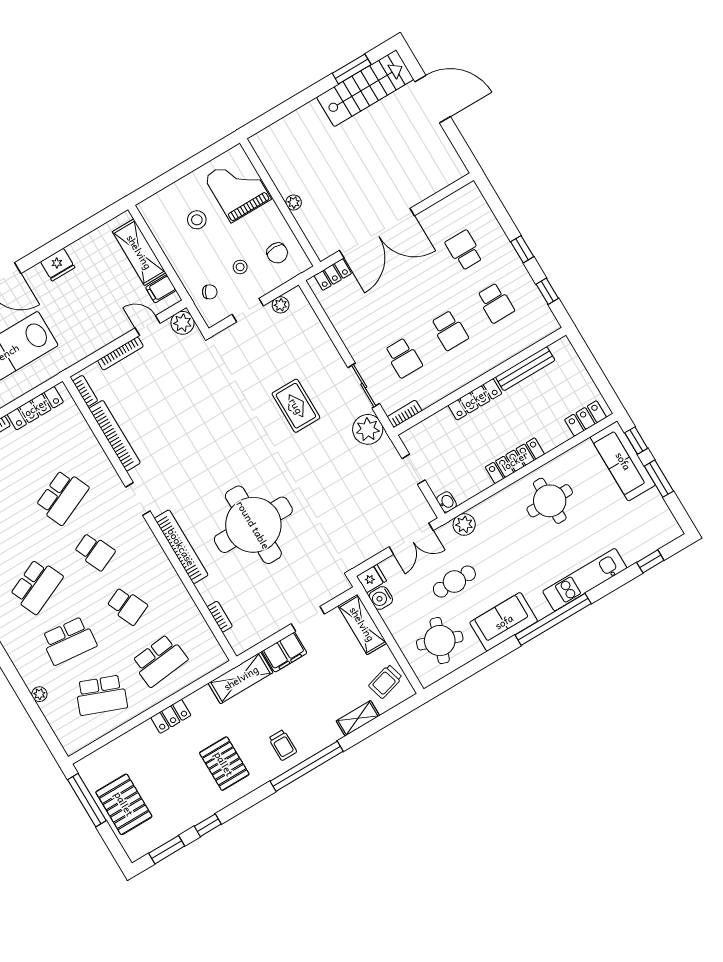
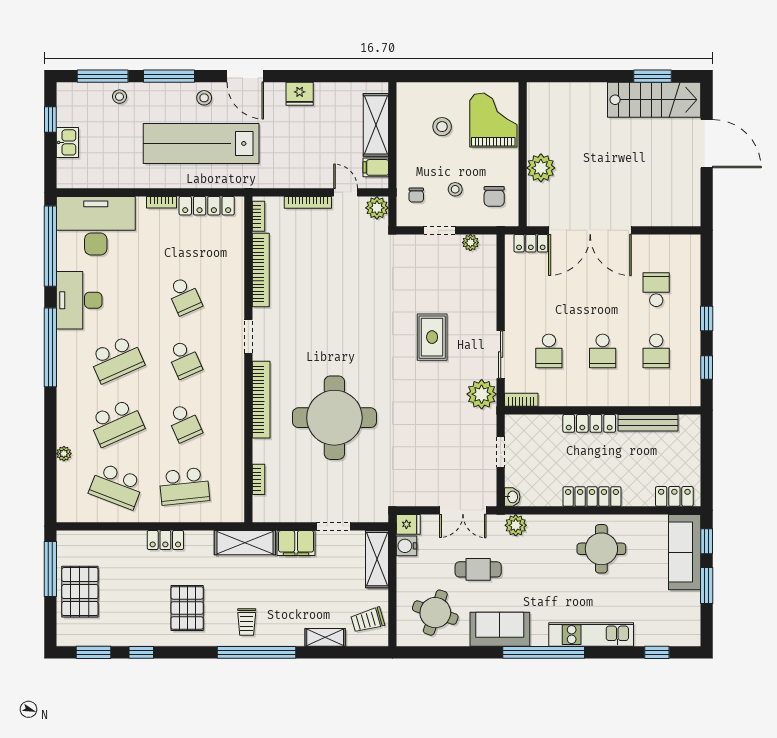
plant: (294, 202) -> (541, 168), width x1.88, depth x1.88
chair: (210, 292) -> (416, 195), turned 61
school desk: (62, 497) -> (184, 296), width x0.54
school desk: (69, 641) -> (116, 423), turned -30

